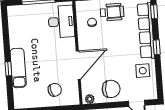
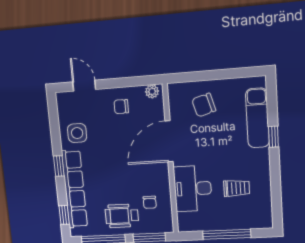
desk: (61, 22) -> (193, 189), moved
trolley: (32, 33) -> (237, 188), added
exam couch: (18, 68) -> (257, 118), moved
chair: (111, 89) -> (121, 107), width x0.54, depth x0.54

